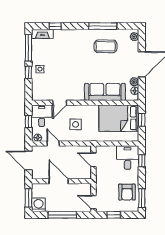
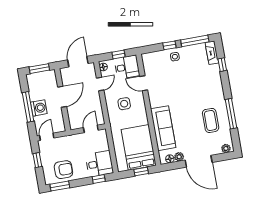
armchair: (127, 192) -> (63, 170), turned 180
washing machine: (38, 205) -> (39, 108), moved

